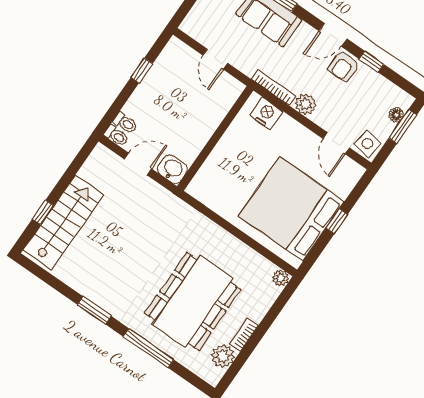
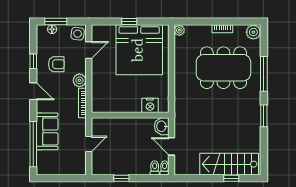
armchair: (344, 66) -> (56, 64), moved
nightstand: (266, 113) -> (150, 105), moved, turned -90
plant: (223, 356) -> (253, 32), moved

